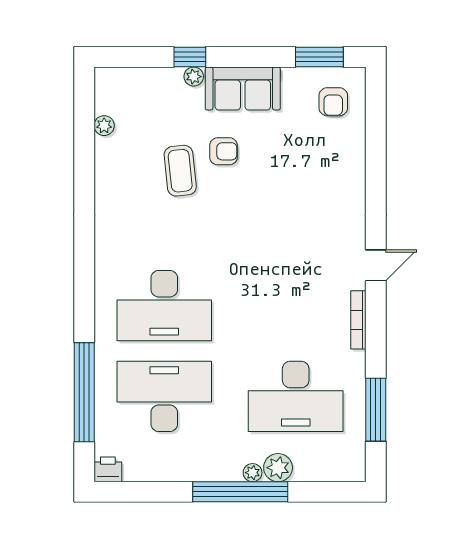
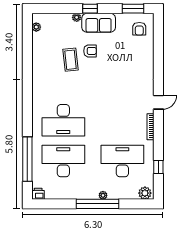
window: (190, 57) -> (90, 9), moved
plant: (104, 126) -> (36, 27), moved
desk: (296, 396) -> (122, 161), turned 180
window: (376, 410) -> (158, 167), width x0.46
plant: (278, 468) -> (145, 193), moved

